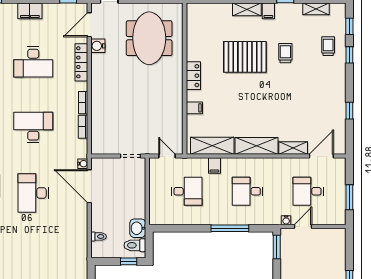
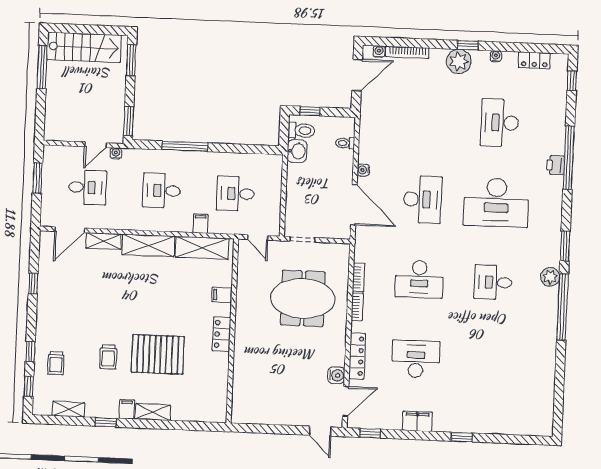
meeting table: (149, 38) -> (303, 298), moved, turned 90
water cooler: (83, 164) -> (363, 170), moved
desk: (247, 191) -> (161, 191), turned 180

